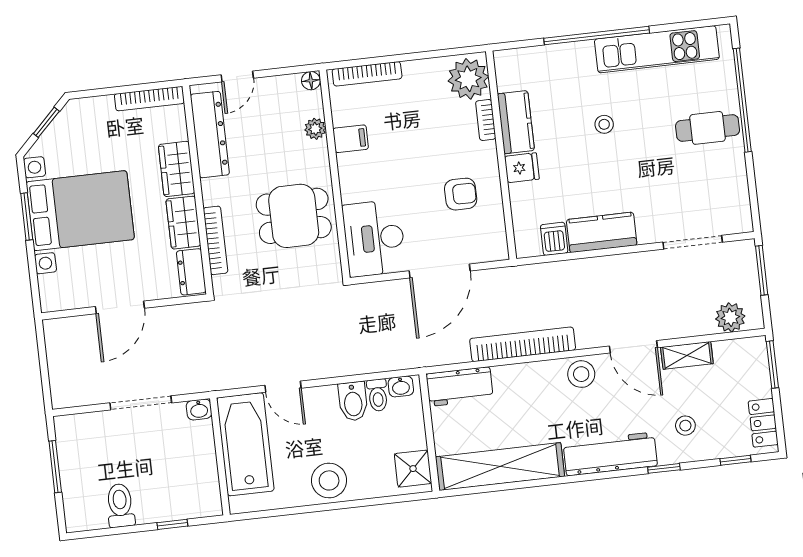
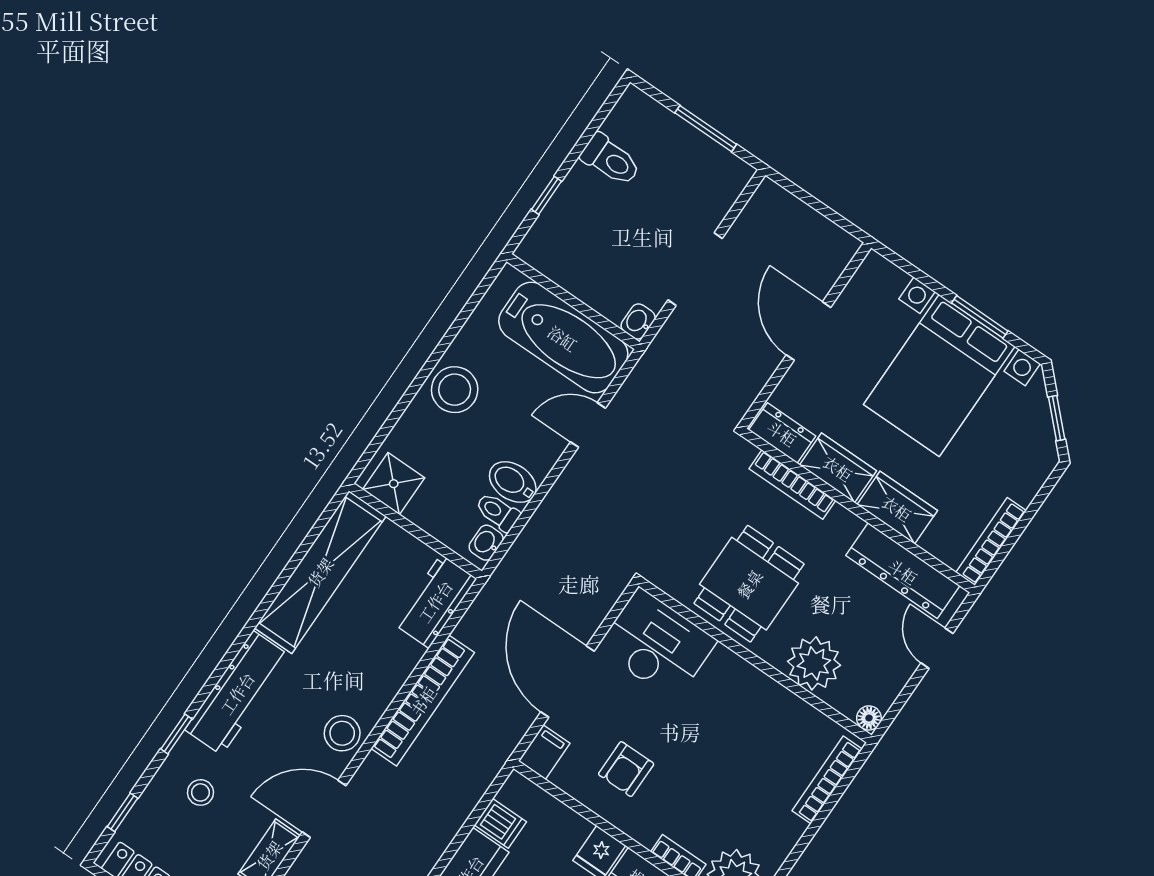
plant: (315, 129) -> (814, 663), width x1.87, depth x1.87
filing cabinet: (351, 139) -> (544, 752), moved, turned 180

